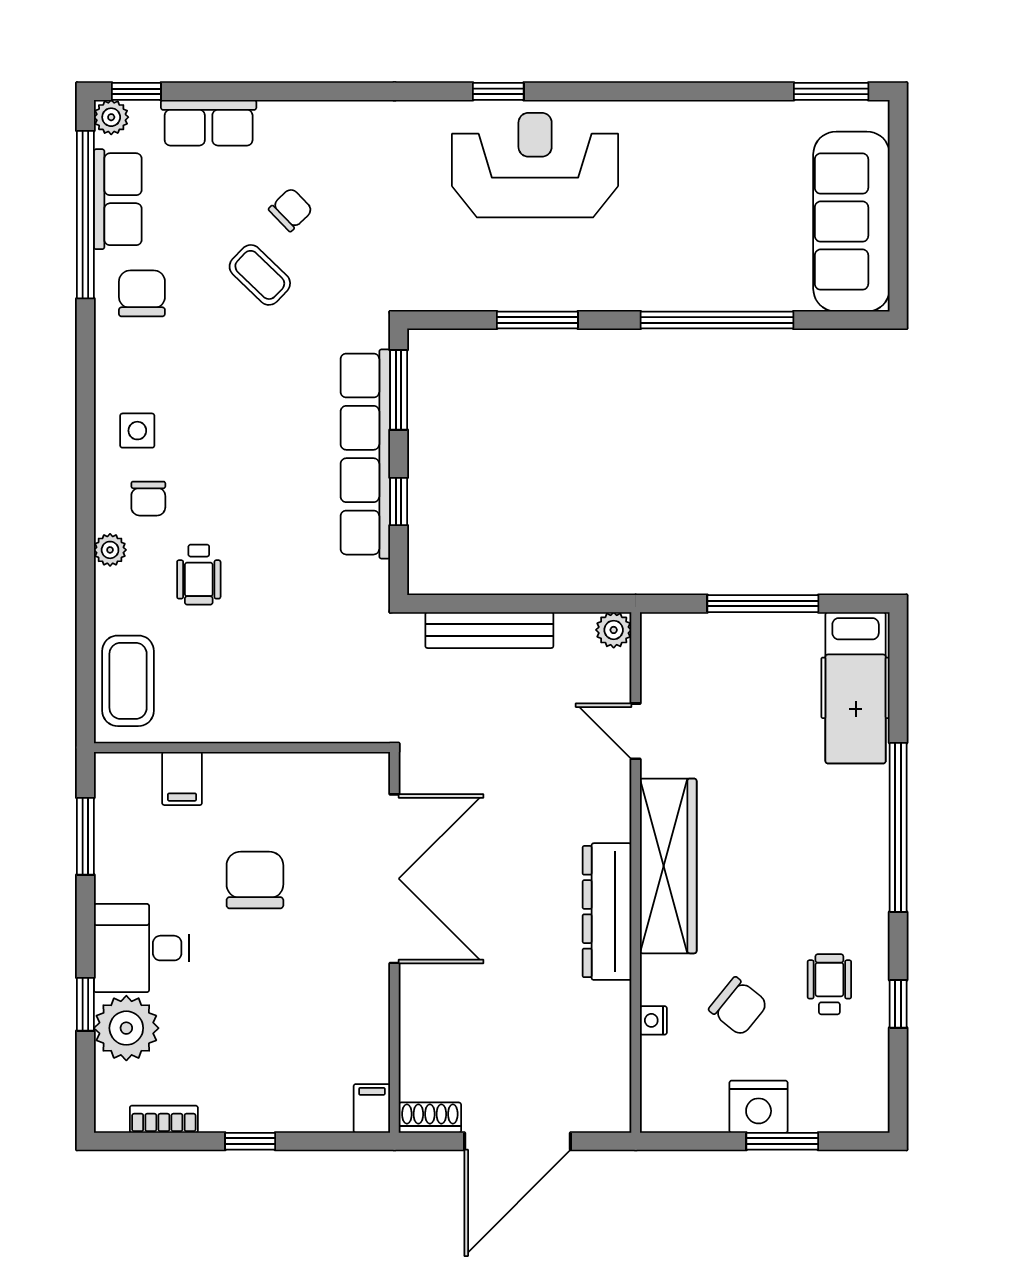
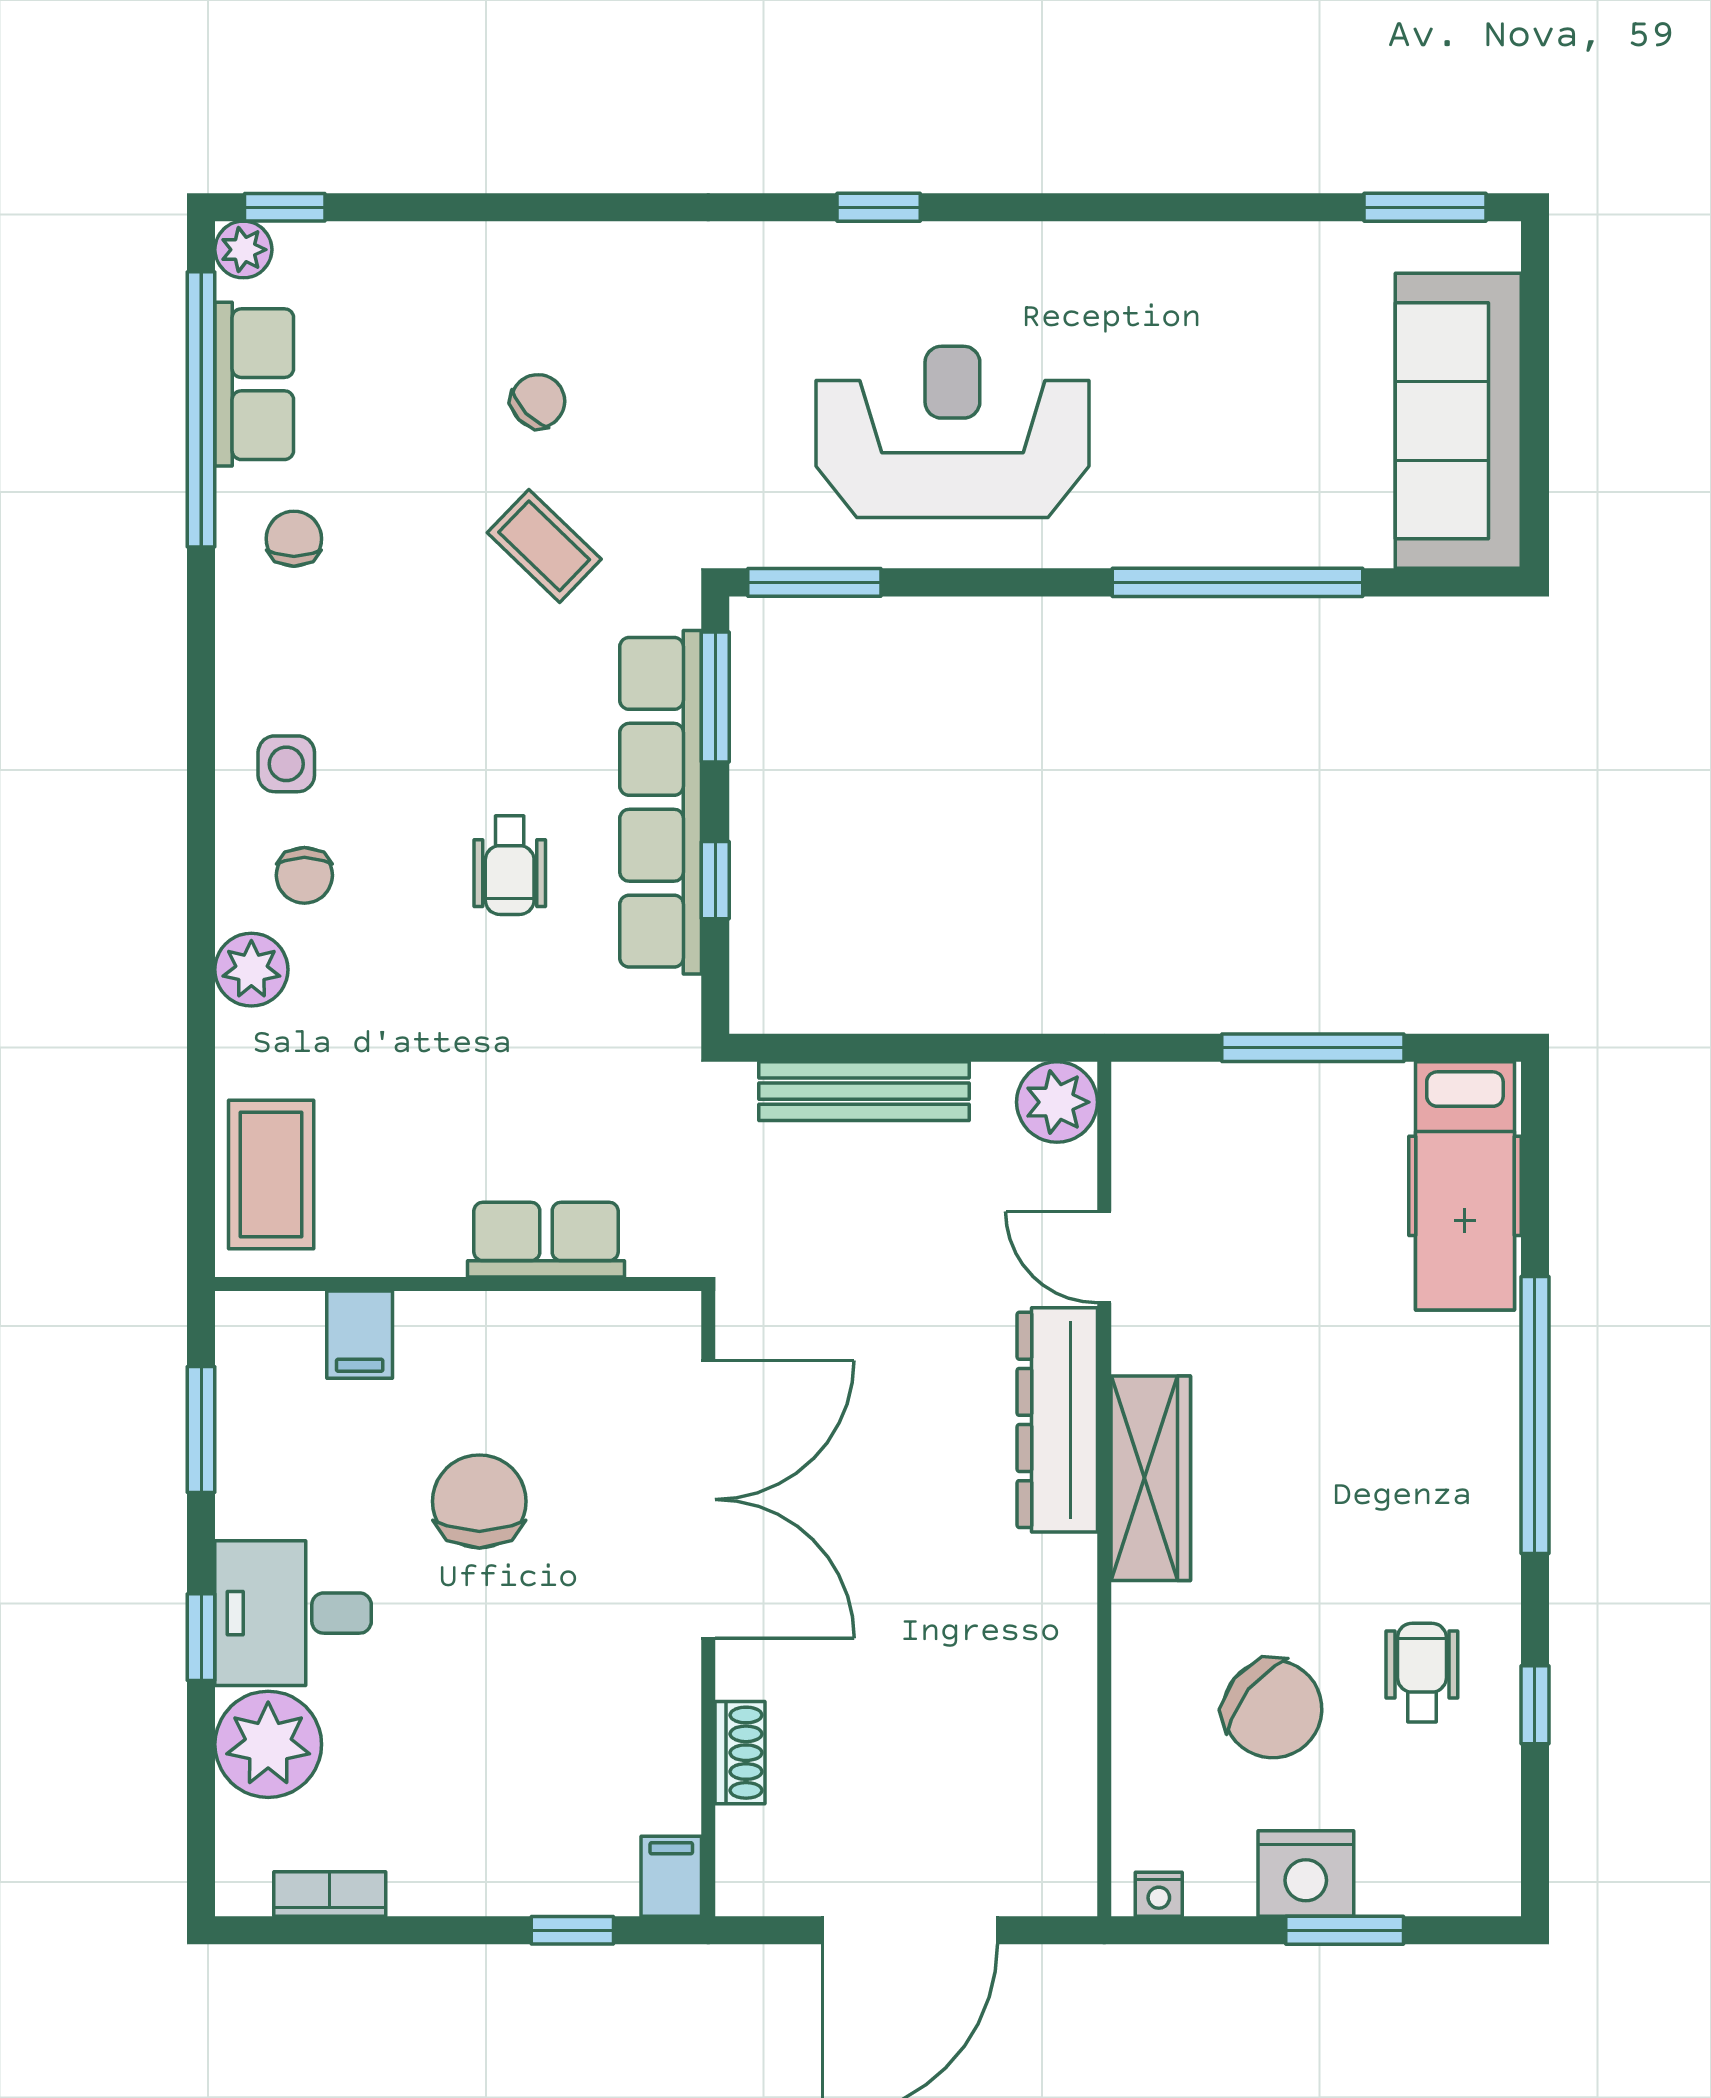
row of seats: (209, 123) -> (546, 1240), moved, turned 180
reception desk: (535, 165) -> (952, 432), moved
coffee table: (260, 275) -> (544, 546), moved
chair: (142, 293) -> (294, 539), width x0.73, depth x0.73
window: (537, 320) -> (814, 582), moved
plant: (110, 550) -> (251, 970), width x1.38, depth x1.38
wheelchair: (199, 575) -> (510, 865), moved
plant: (614, 630) -> (1057, 1102), width x1.38, depth x1.38
wardrobe: (668, 866) -> (1151, 1478), width x0.71, depth x0.85
dresser: (607, 912) -> (1057, 1420), moved
window: (85, 1004) -> (201, 1637), moved
chair: (738, 1006) -> (1273, 1709), width x1.37, depth x1.37
nightstand: (653, 1020) -> (1159, 1894), moved, turned -90
shoe rack: (430, 1118) -> (740, 1753), moved, turned 90
window: (250, 1141) -> (572, 1930), moved

